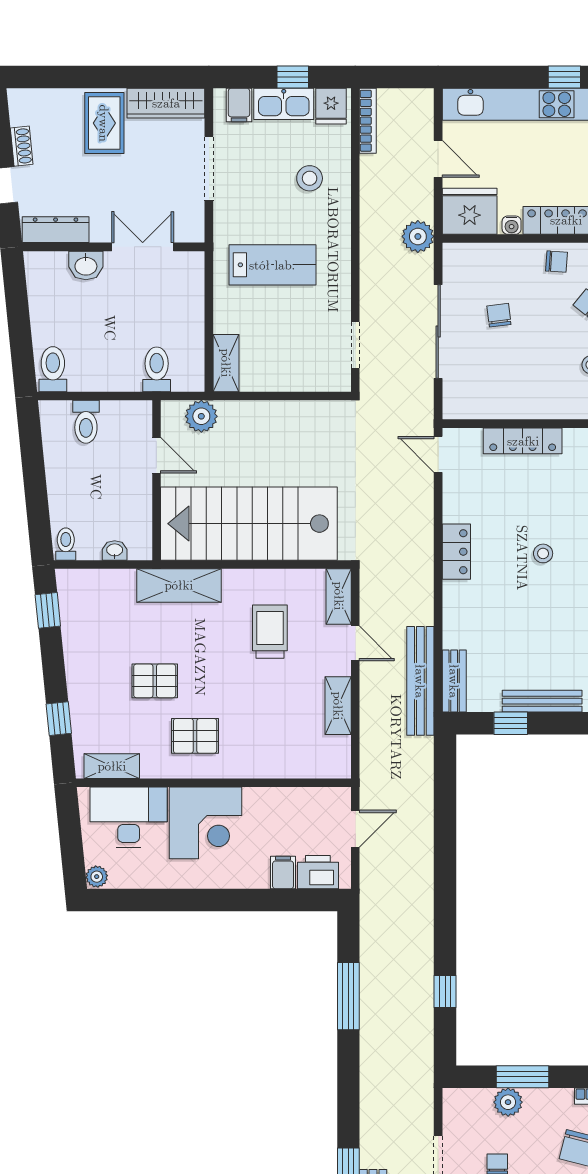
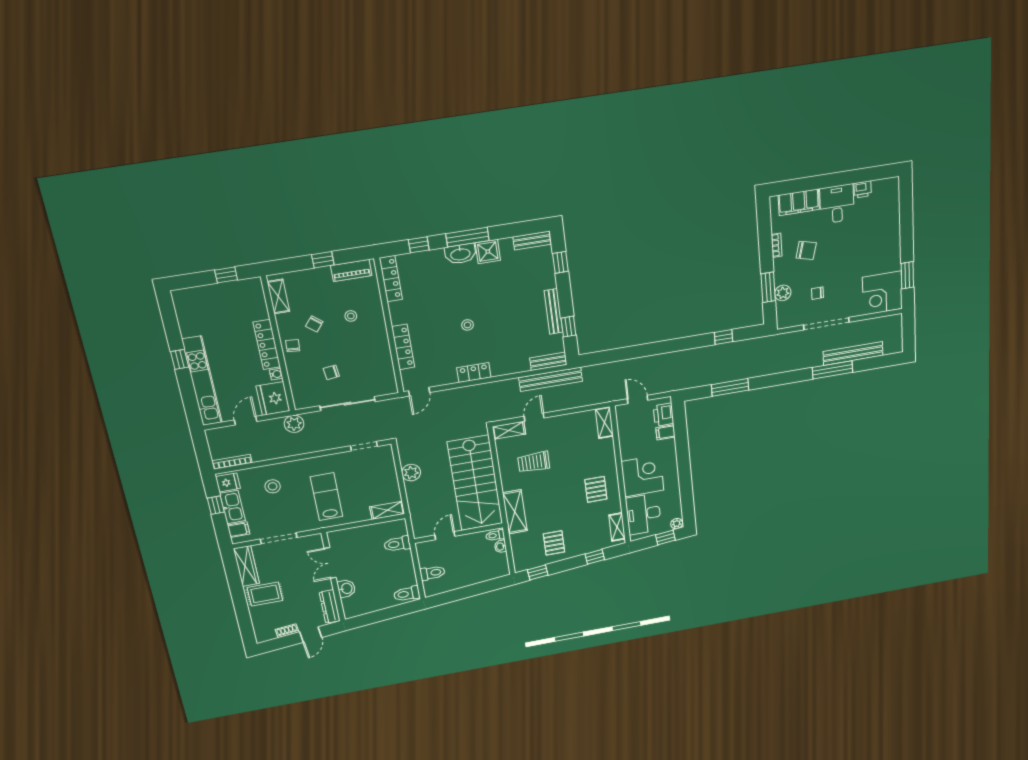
plant: (201, 416) -> (411, 473), moved
toilet: (66, 544) -> (495, 535), moved
pallet: (155, 681) -> (554, 543), moved
shelving: (338, 706) -> (604, 423), moved, turned 90
window: (72, 853) -> (665, 538), added

